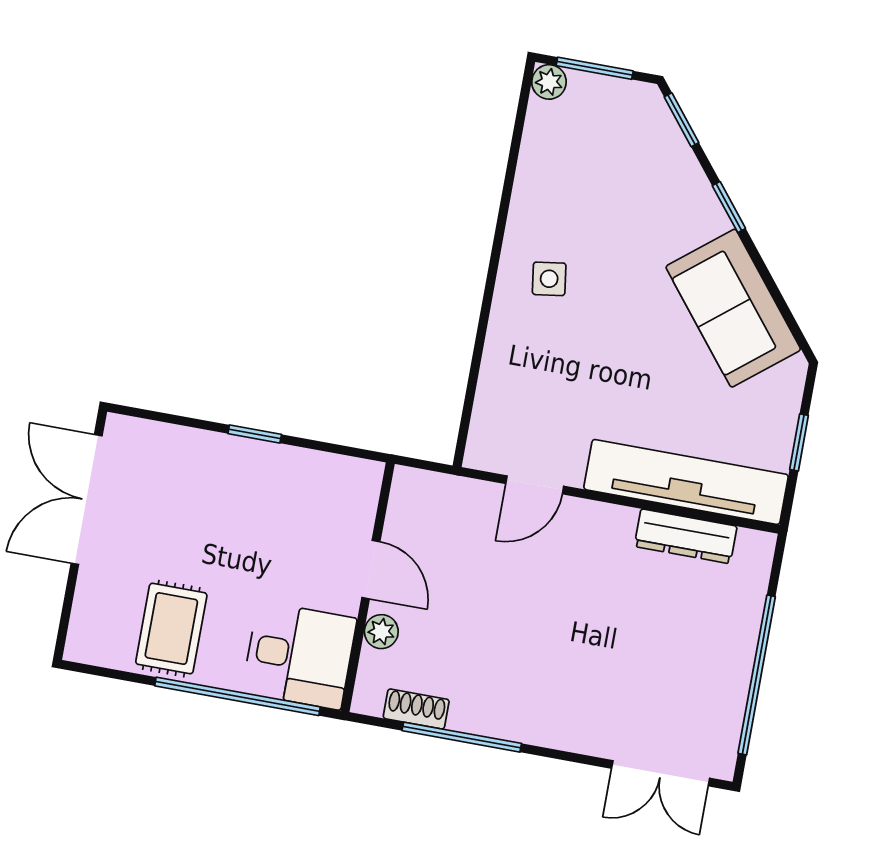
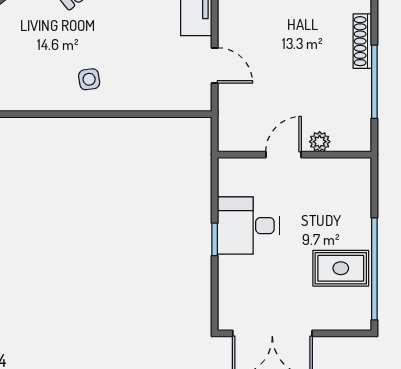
desk: (299, 655) -> (248, 226), moved, turned -90
window: (238, 696) -> (374, 269), moved
shoe rack: (416, 709) -> (362, 41), moved, width x1.43

